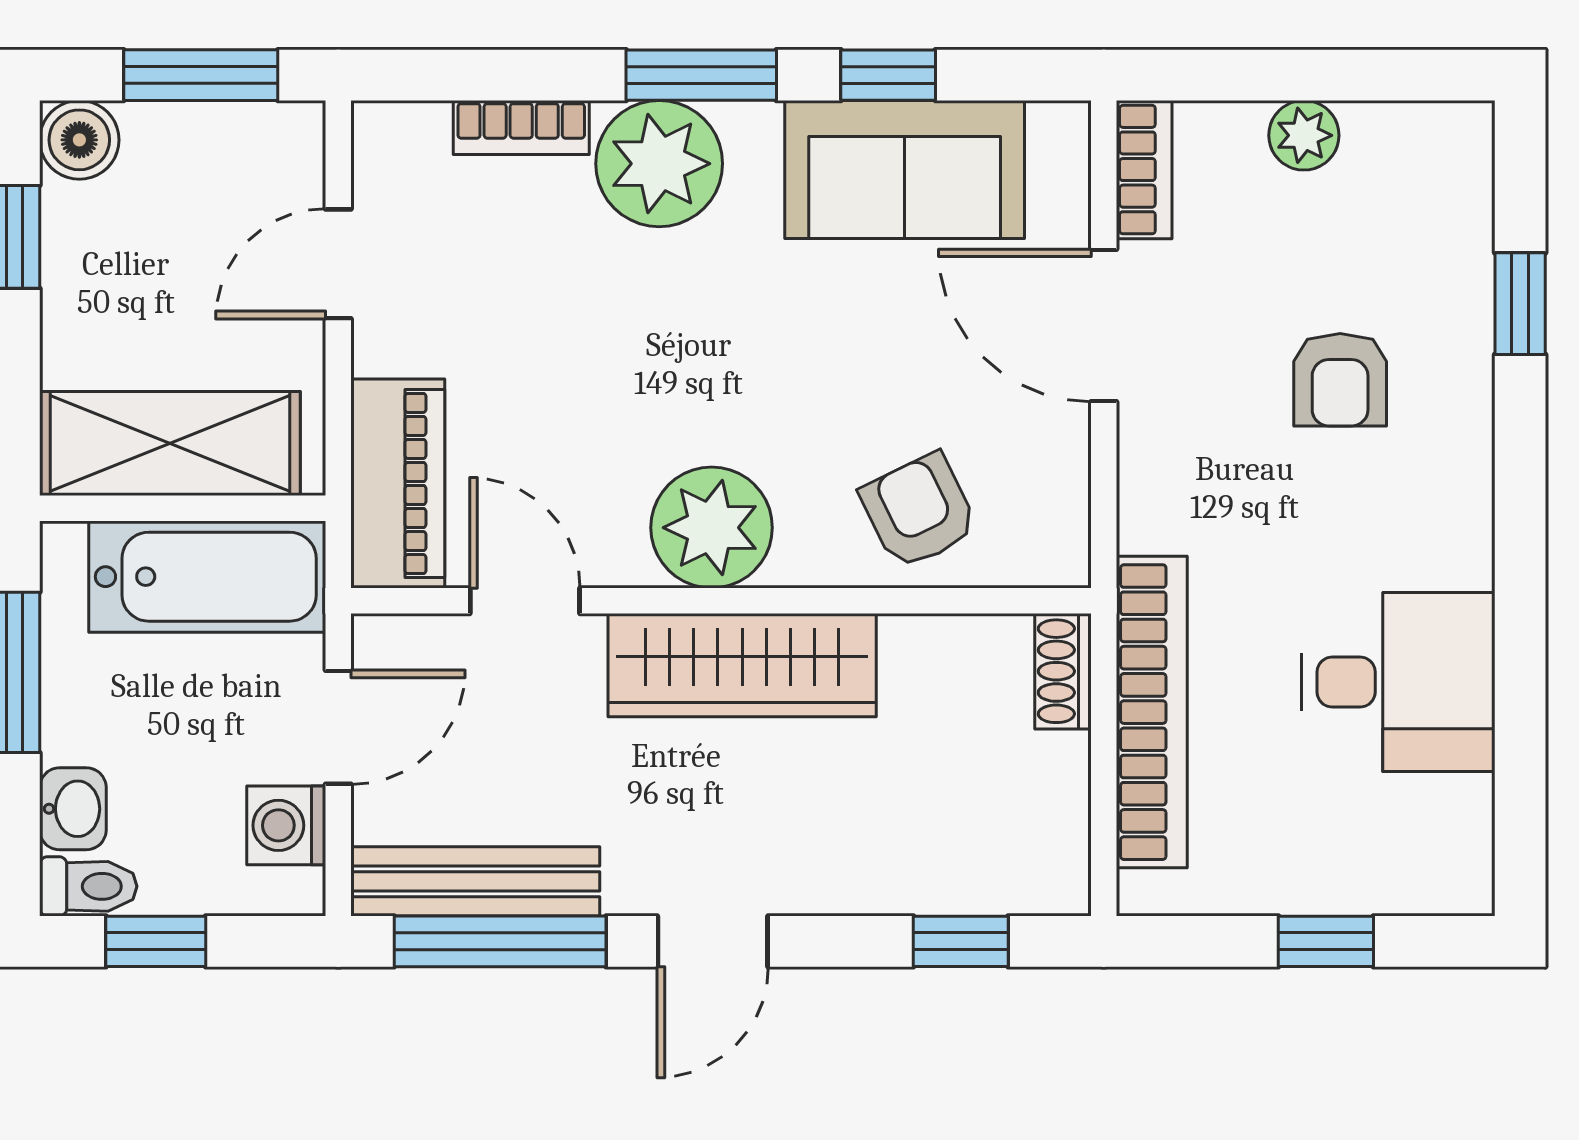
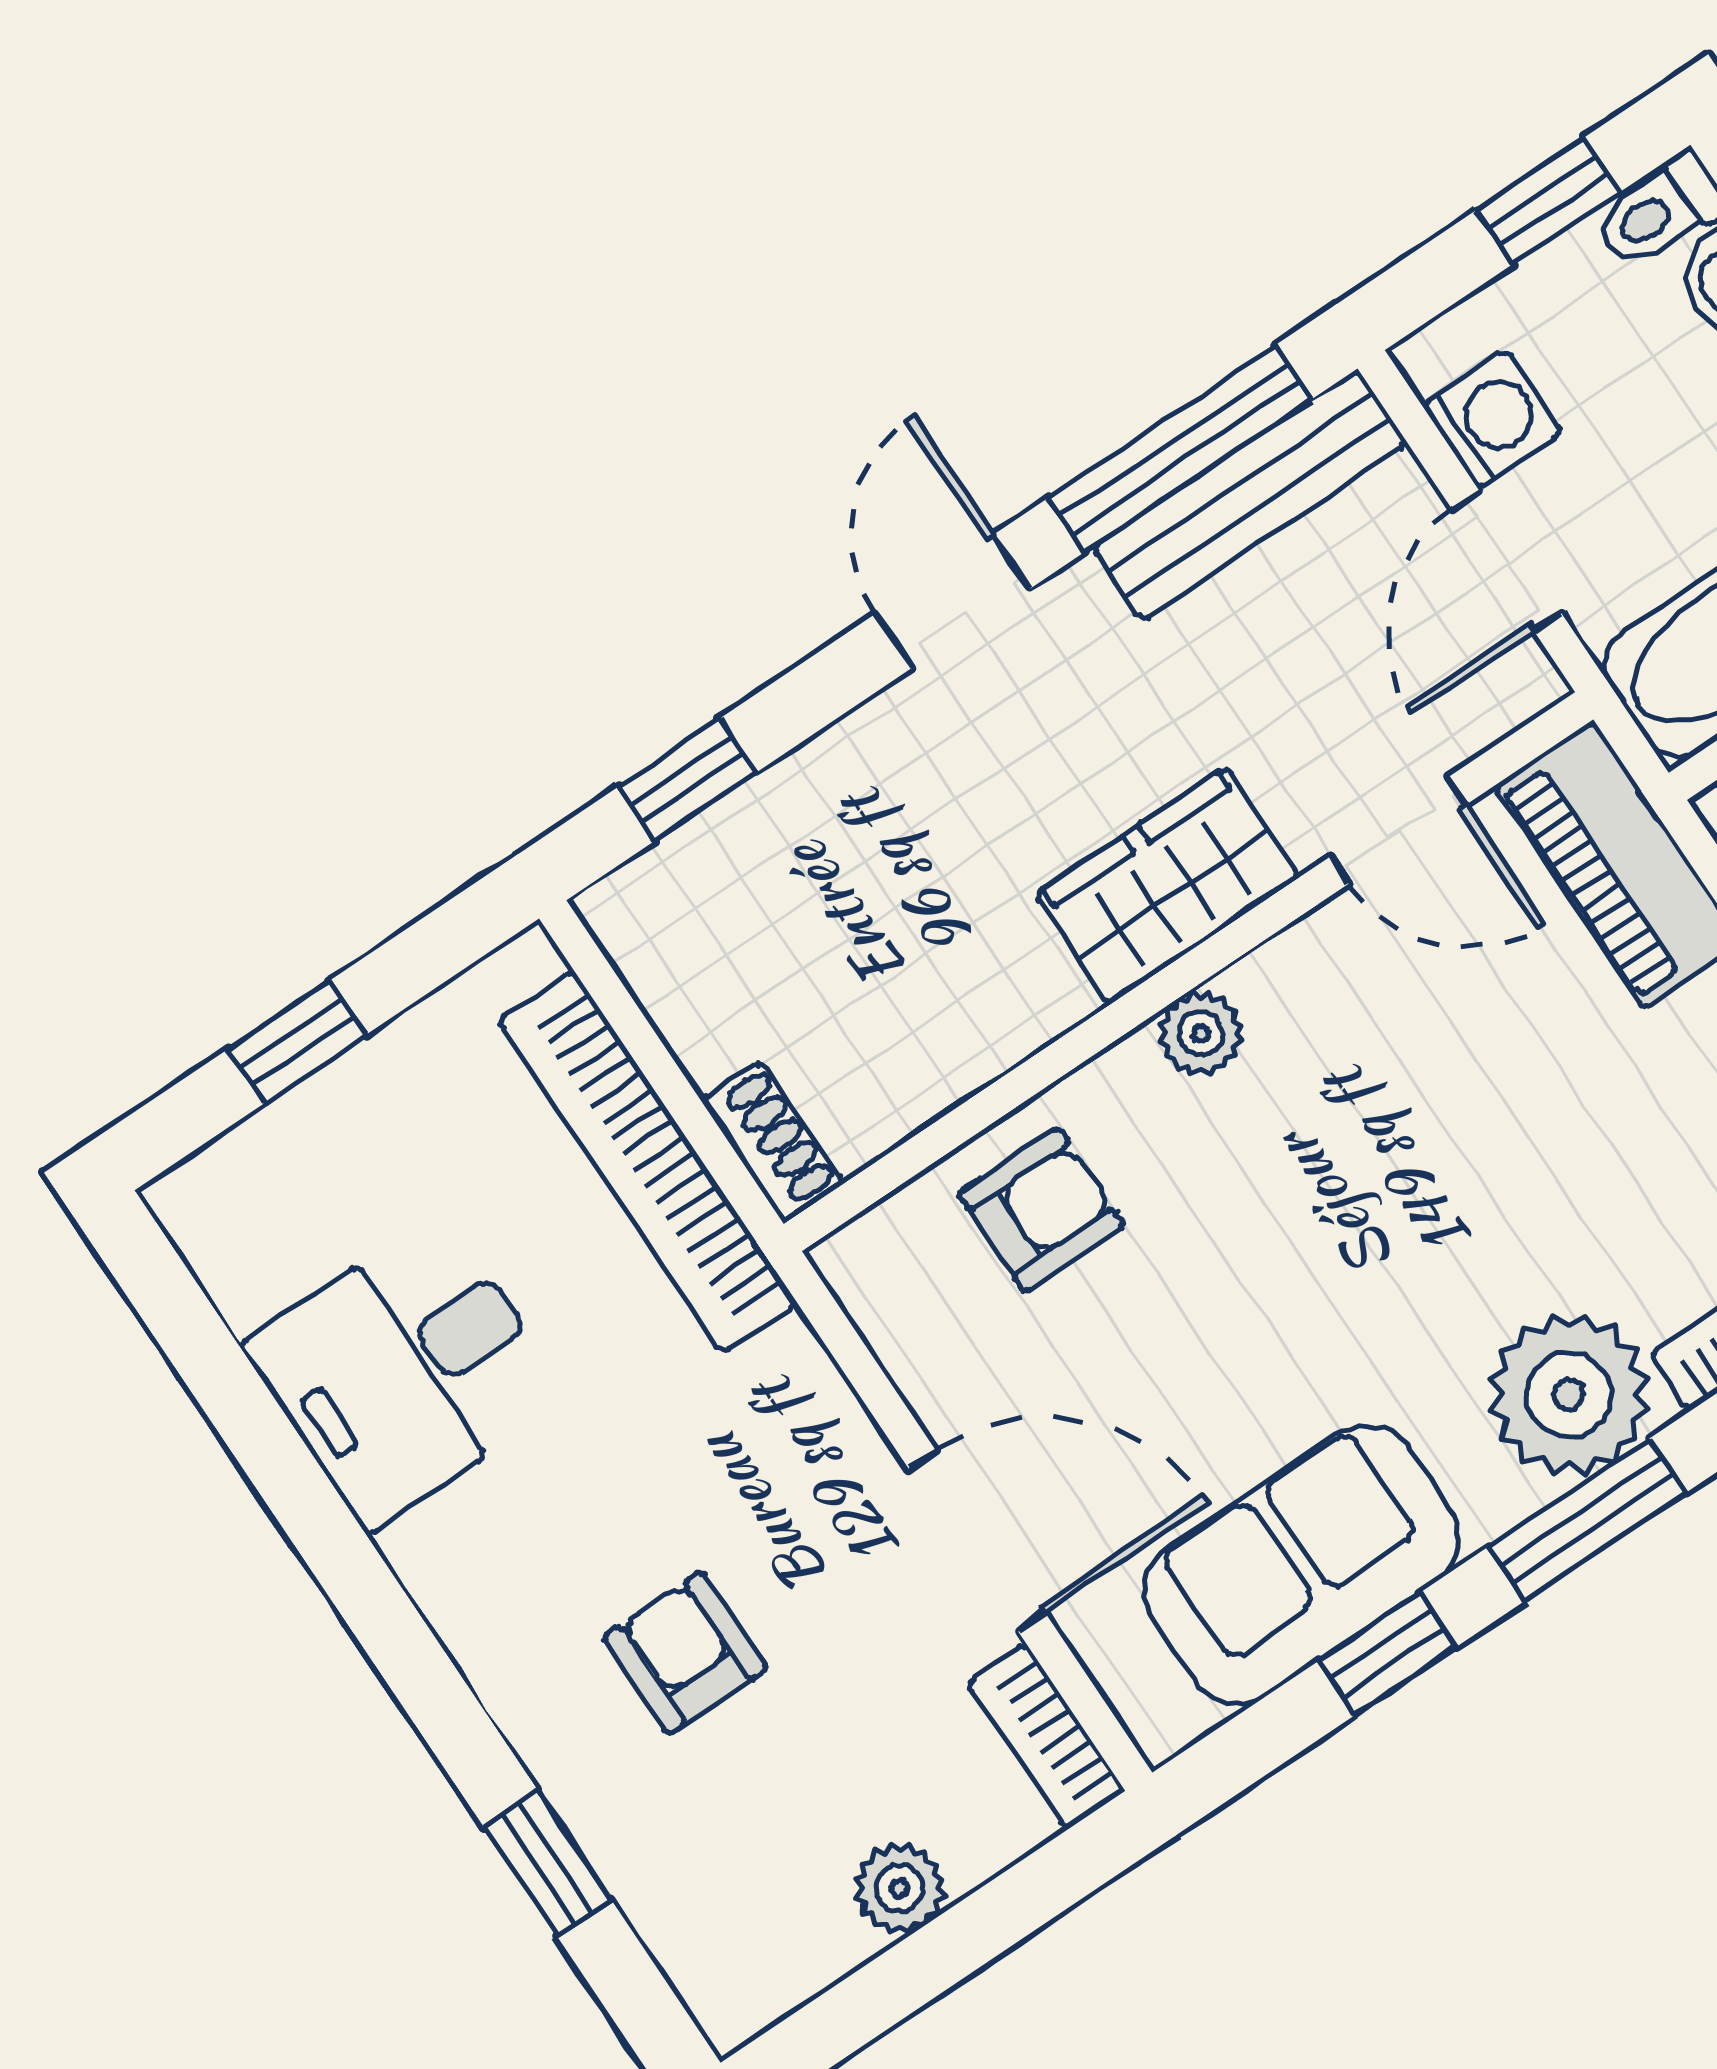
armchair: (919, 511) -> (1041, 1210), turned -64
plant: (712, 528) -> (1201, 1033), width x0.53, depth x0.53
wardrobe: (742, 665) -> (1167, 886), width x0.67

